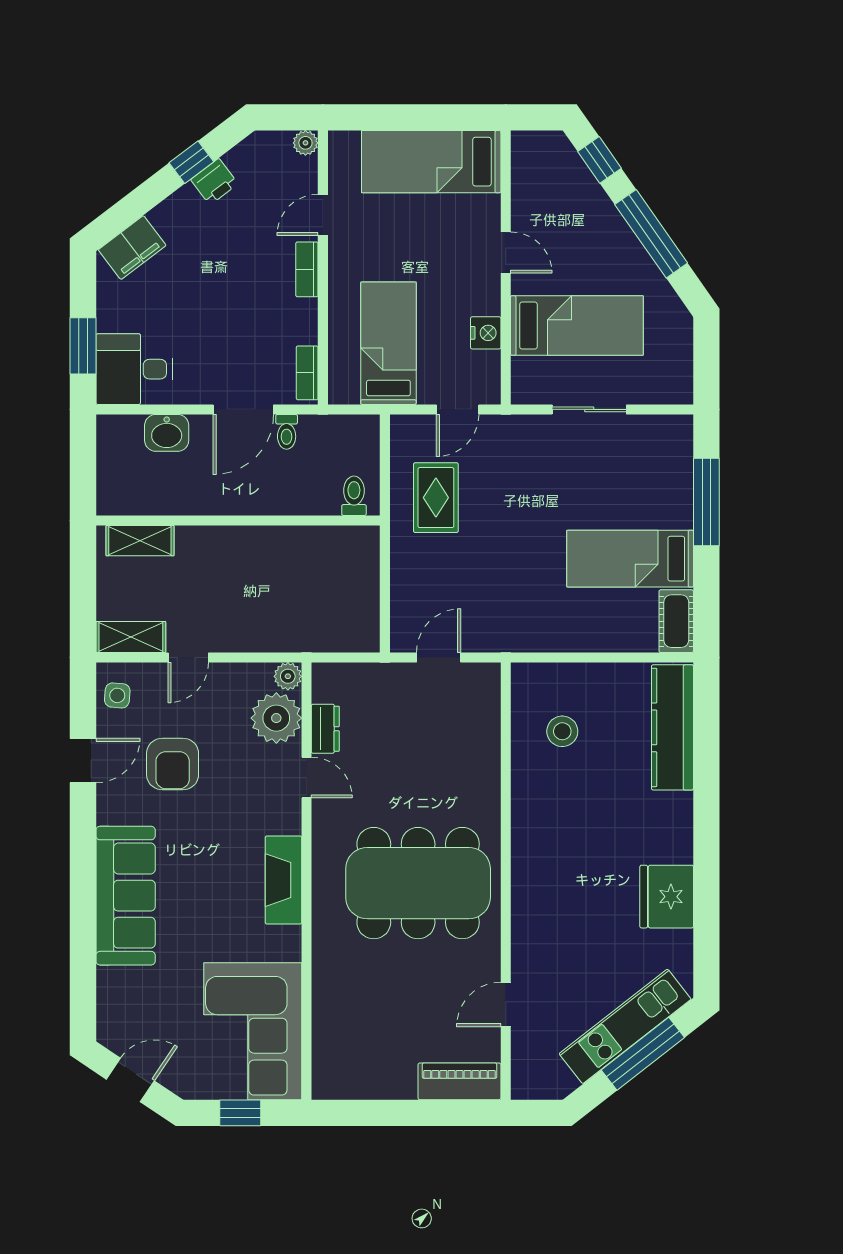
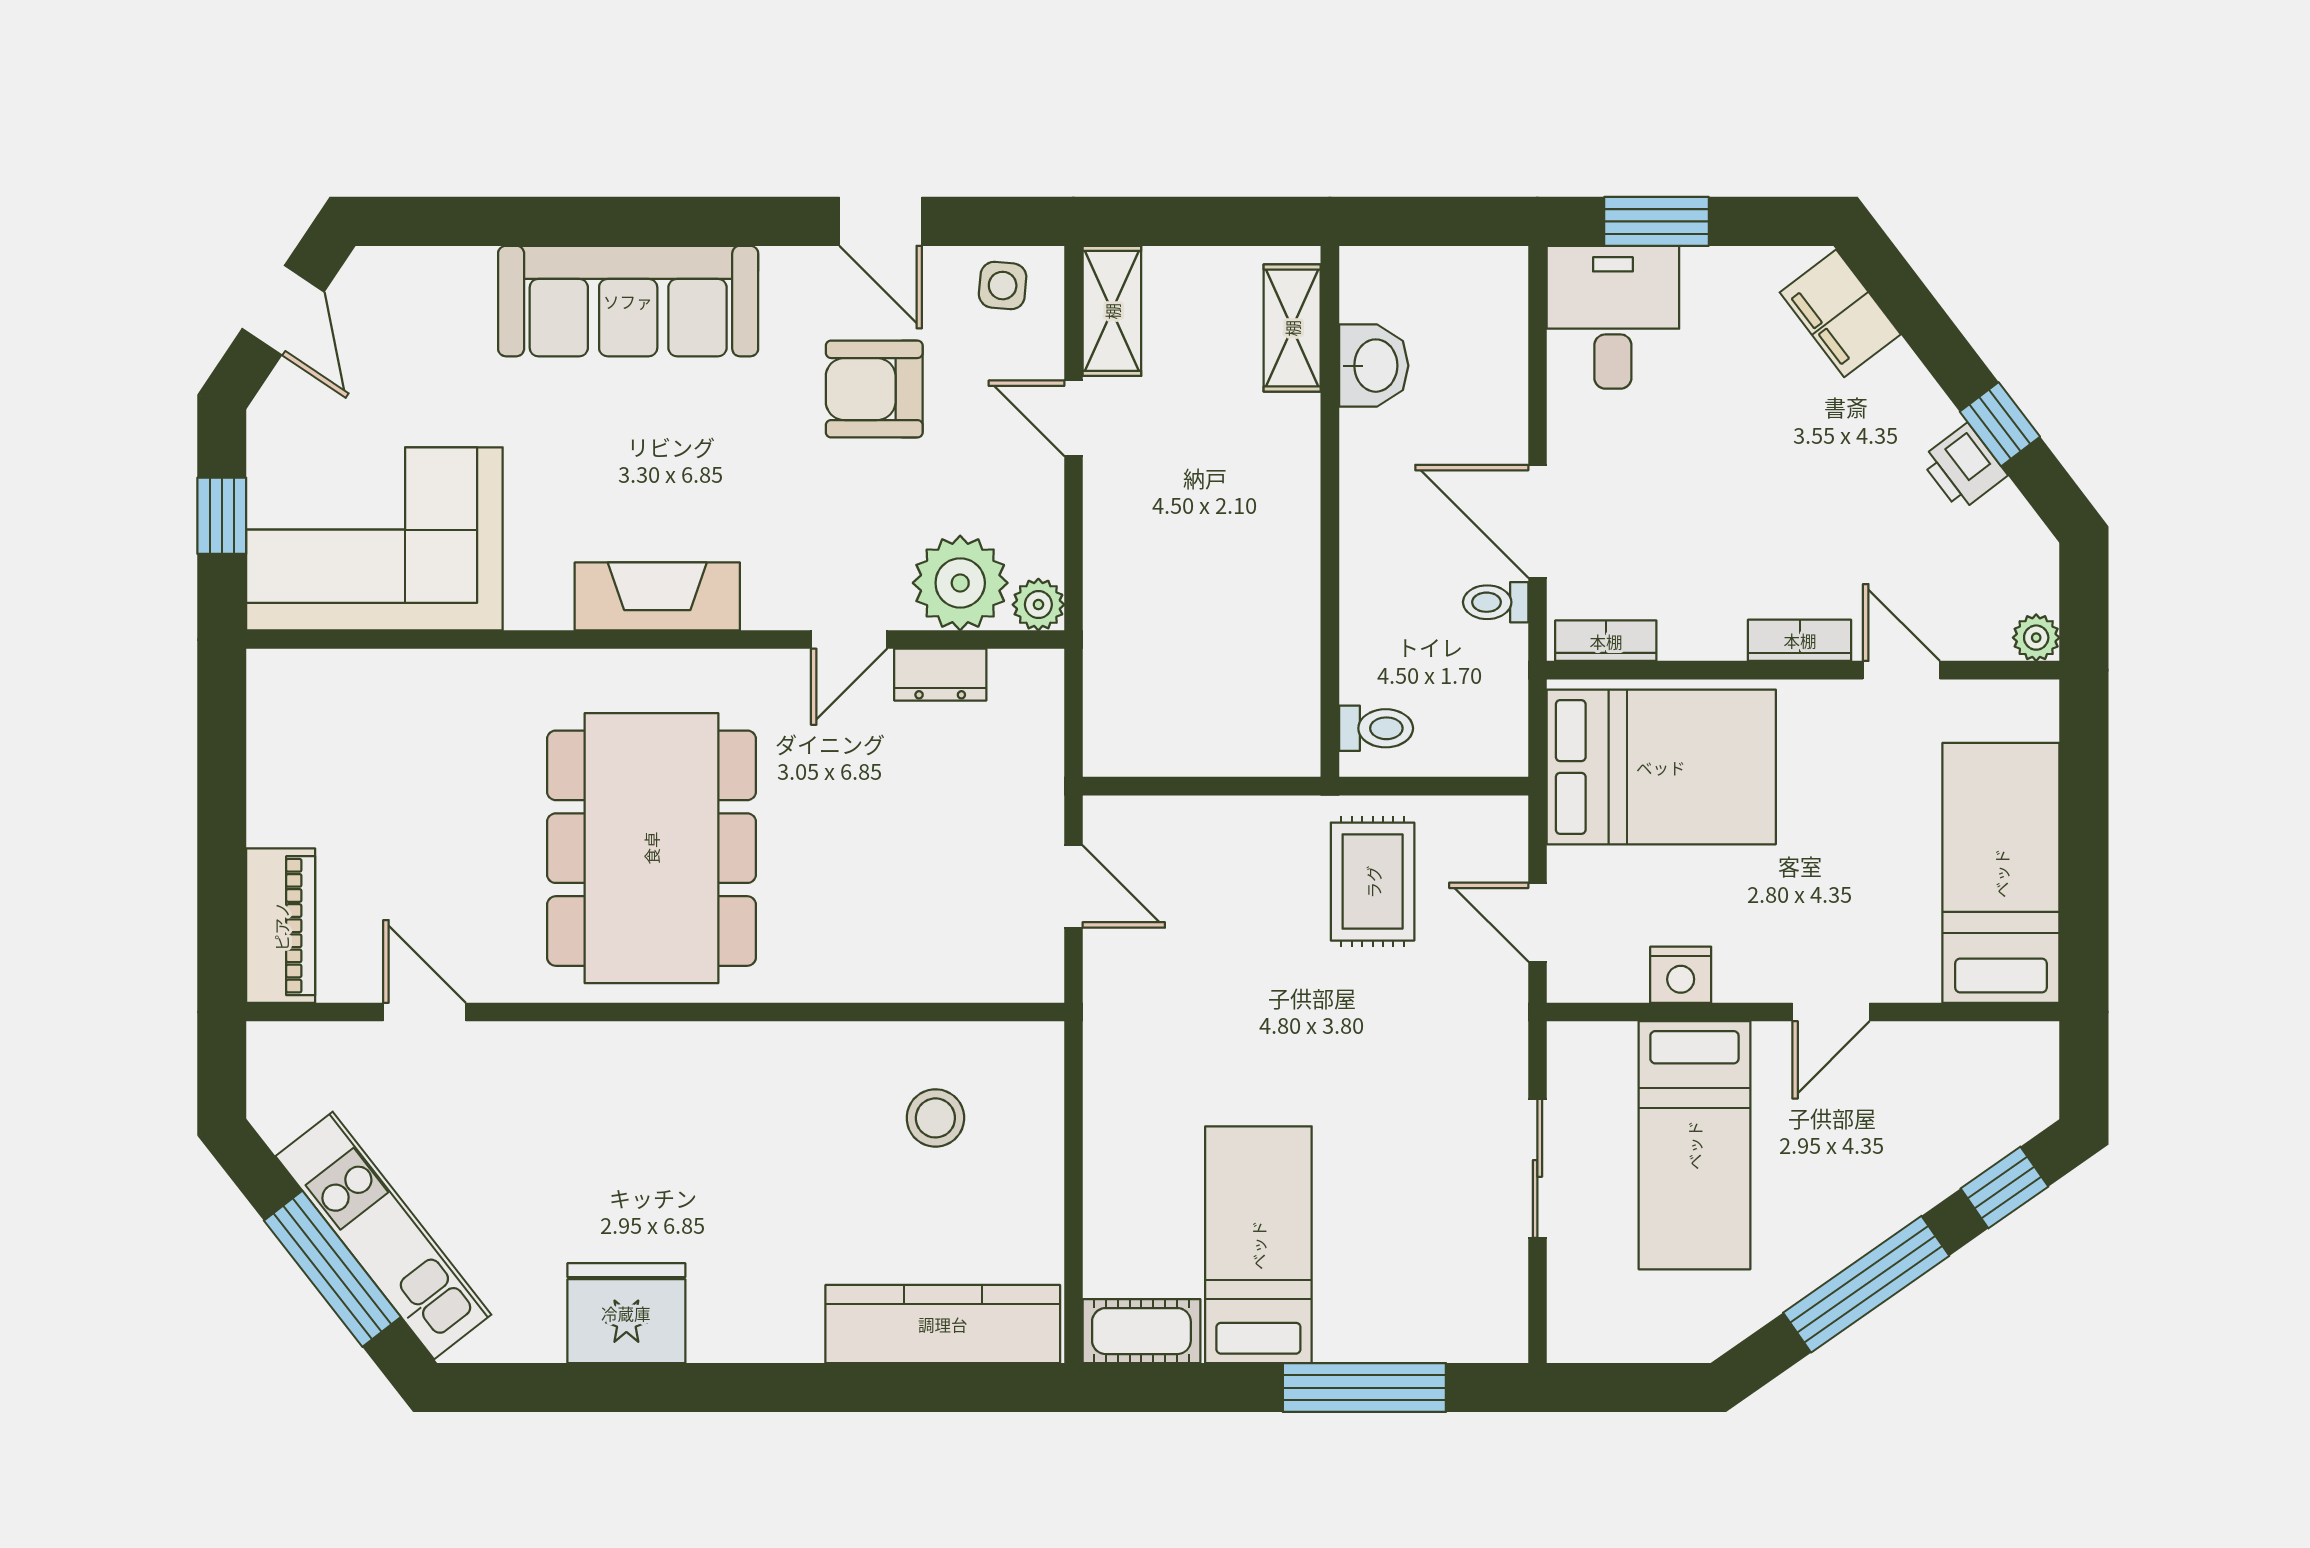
bed: (388, 343) -> (1661, 767), width x1.50
washbasin: (167, 433) -> (1374, 366), moved, turned 180
rug: (436, 498) -> (1373, 882), turned 90

